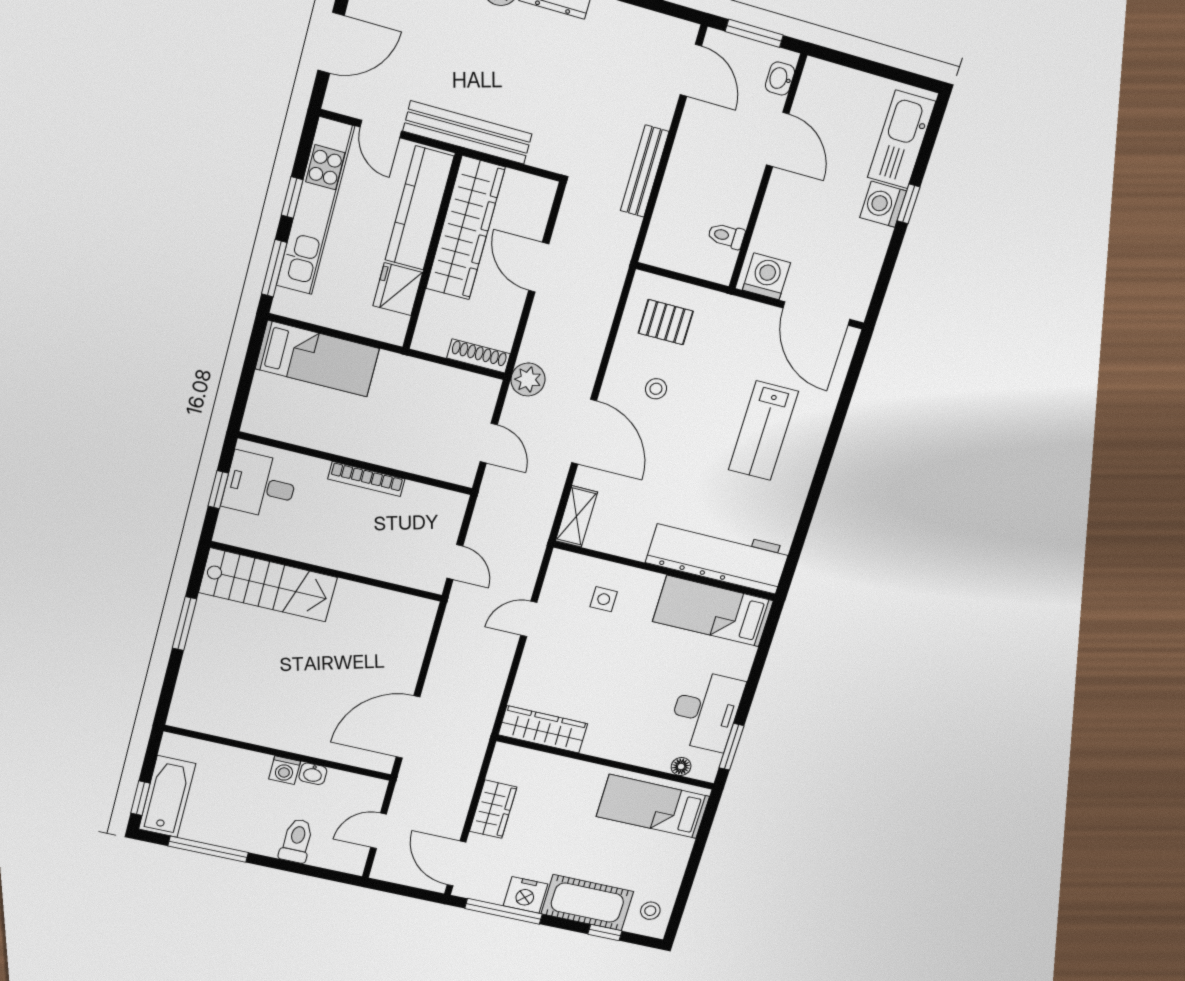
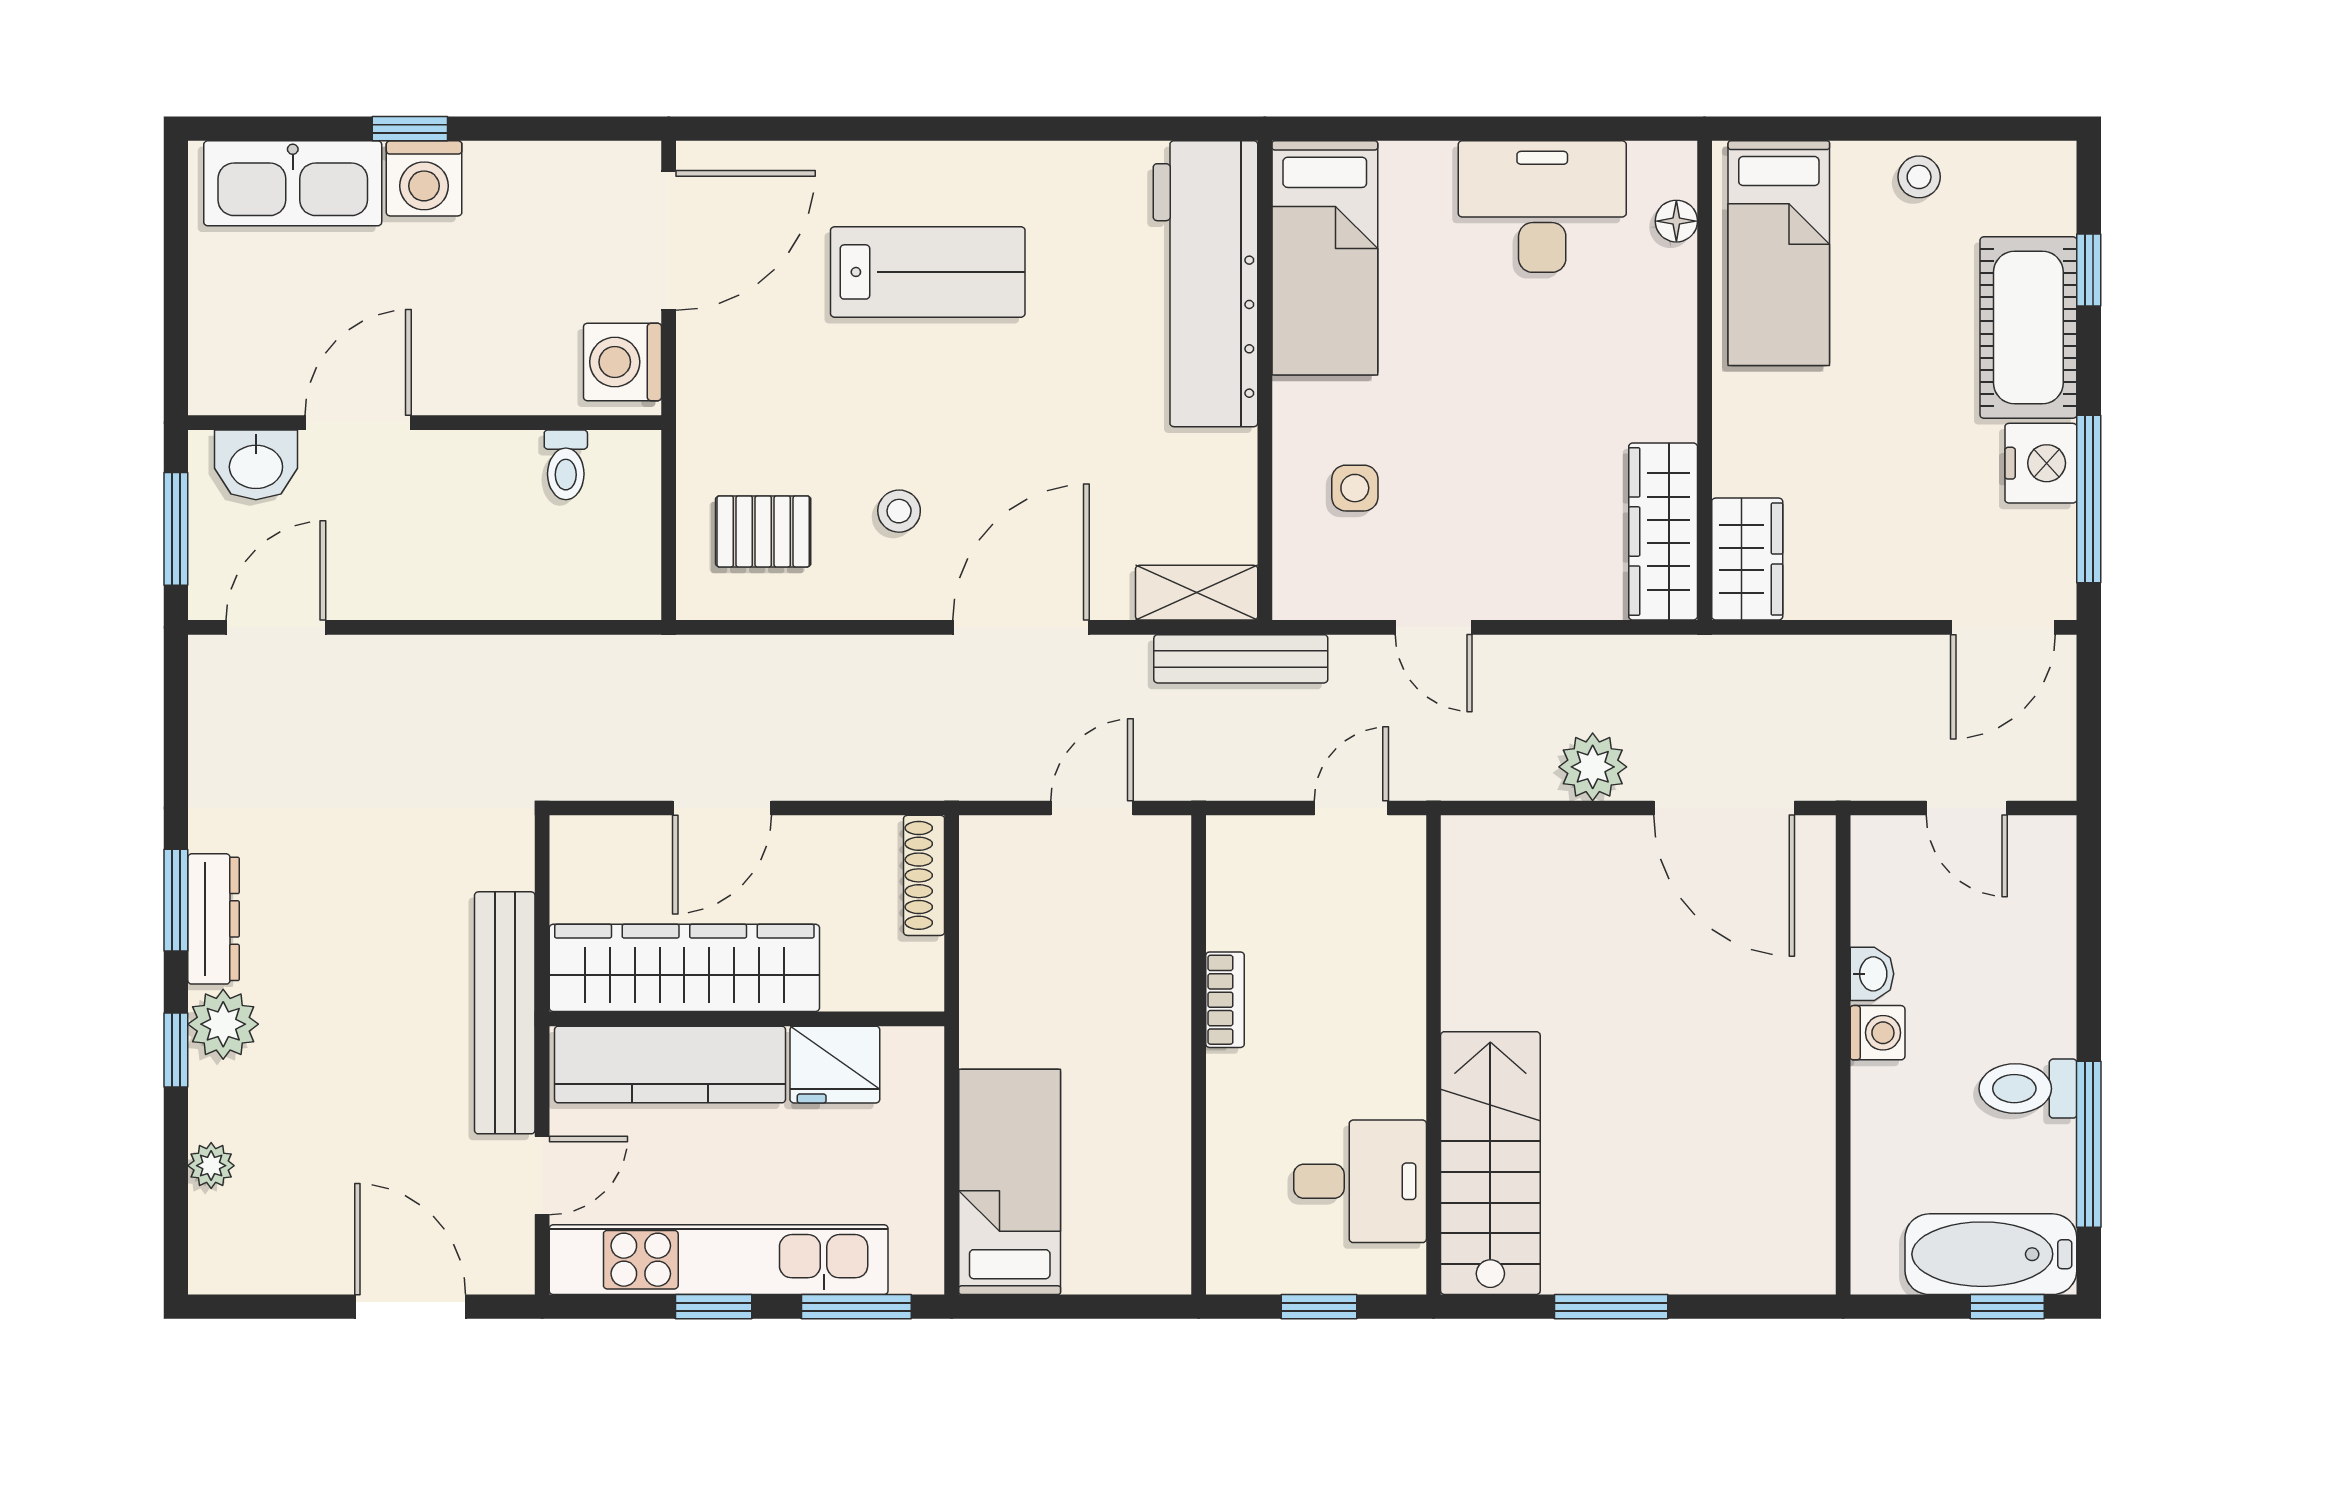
washbasin: (780, 79) -> (256, 465), width x1.38, depth x1.45
bench: (645, 171) -> (1241, 659), moved
pallet: (666, 322) -> (763, 531), turned 90
plant: (528, 380) -> (1593, 767), moved
bookcase: (366, 479) -> (1225, 1000), width x0.64
desk: (260, 485) -> (1360, 1181), moved, turned -90
window: (731, 747) -> (1608, 129), removed
wardrobe: (493, 809) -> (1747, 559), moved, turned 90
toilet: (297, 841) -> (2028, 1089), moved
stool: (650, 911) -> (1919, 177), moved

